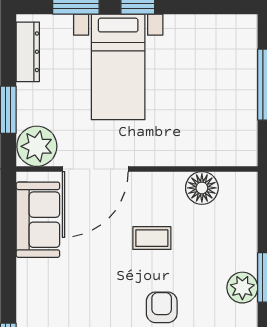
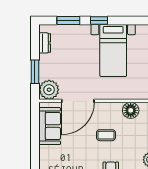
dresser: (28, 52) -> (45, 43), width x0.70
bed with nightstands: (118, 67) -> (113, 50), moved

